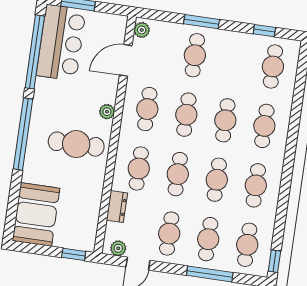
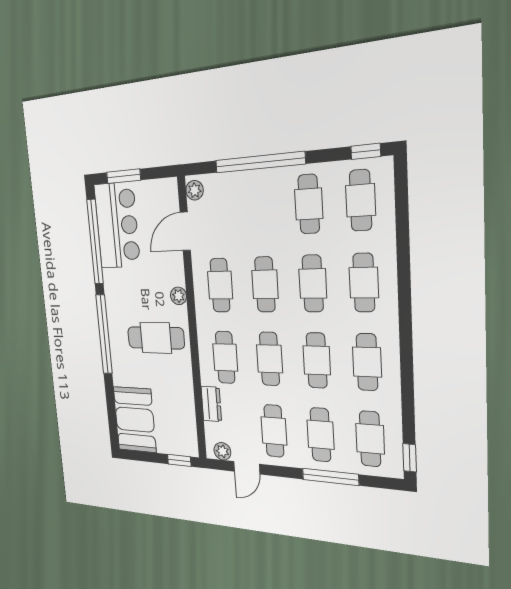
window: (202, 22) -> (260, 162), width x2.11
window: (264, 31) -> (366, 151), moved
cafe table: (195, 55) -> (309, 204), moved

